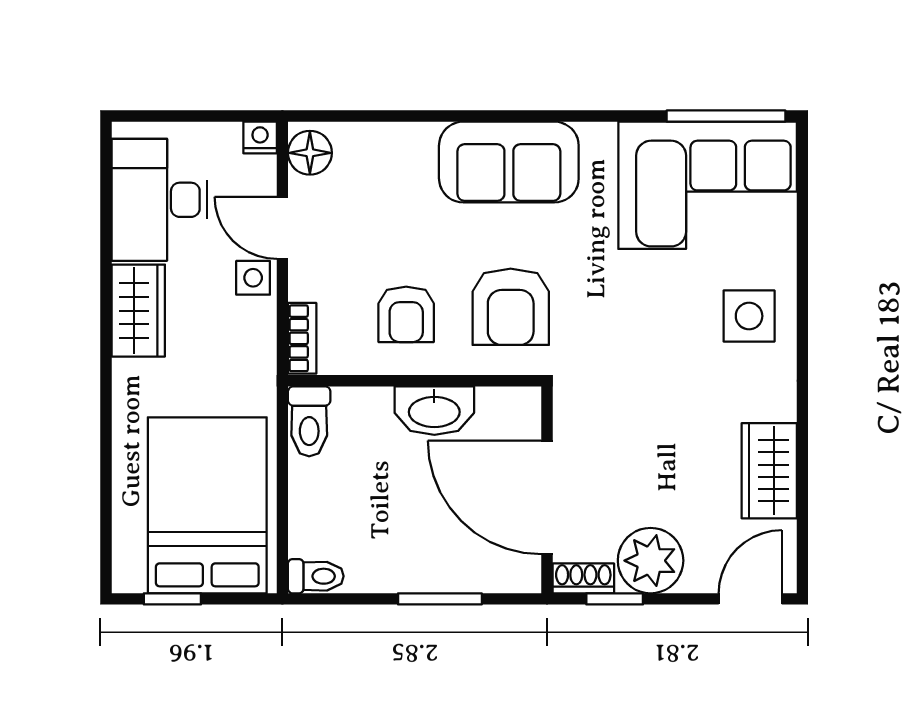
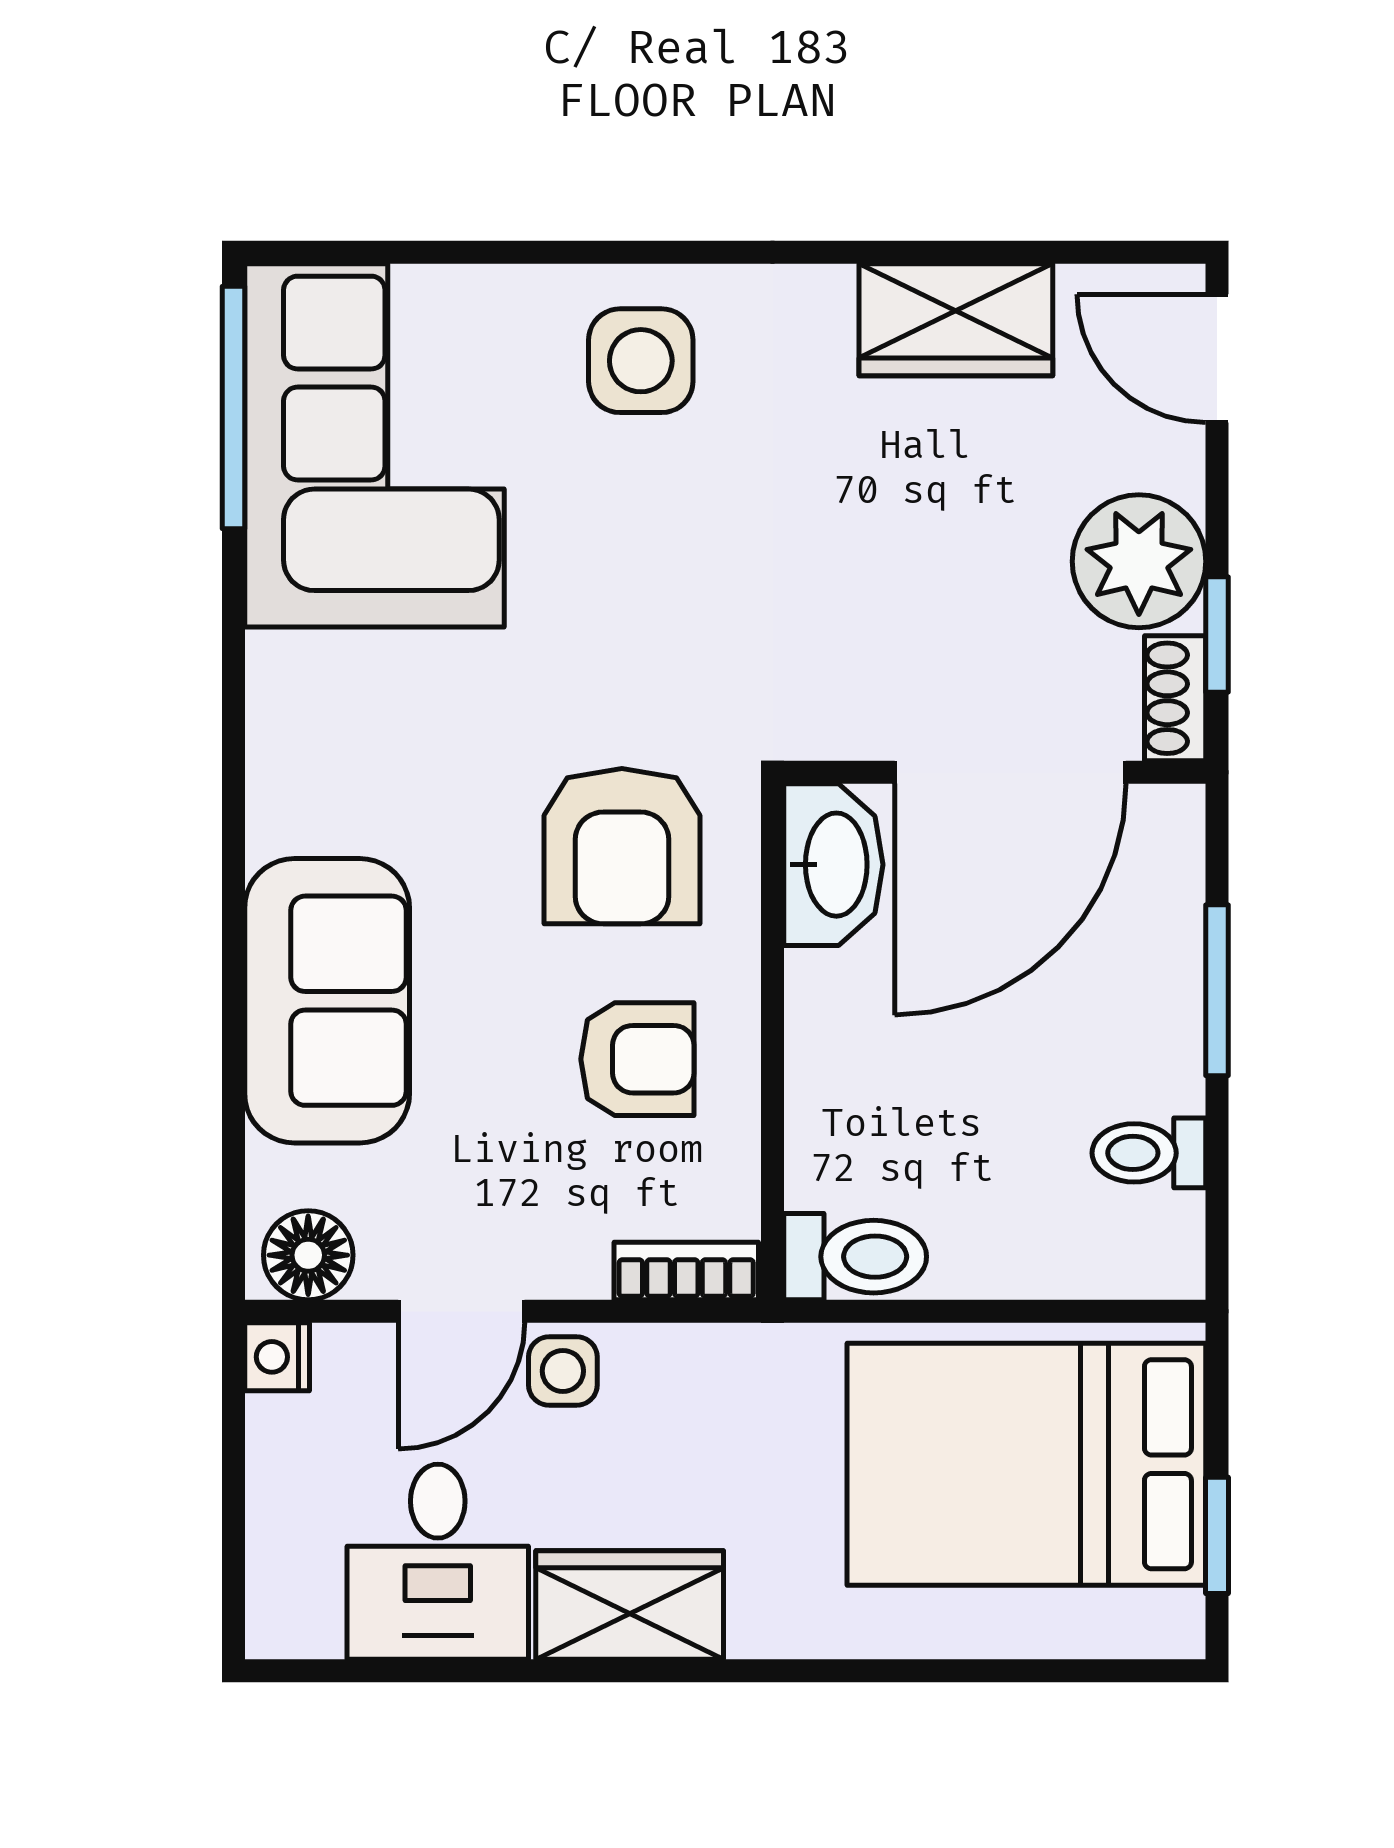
sofa: (509, 162) -> (327, 1001), moved
desk: (159, 200) -> (438, 1562), width x0.73
armchair: (511, 307) -> (622, 846), turned 90
washbasin: (434, 411) -> (833, 865), moved
toilet: (316, 576) -> (1149, 1153), moved, turned -90

